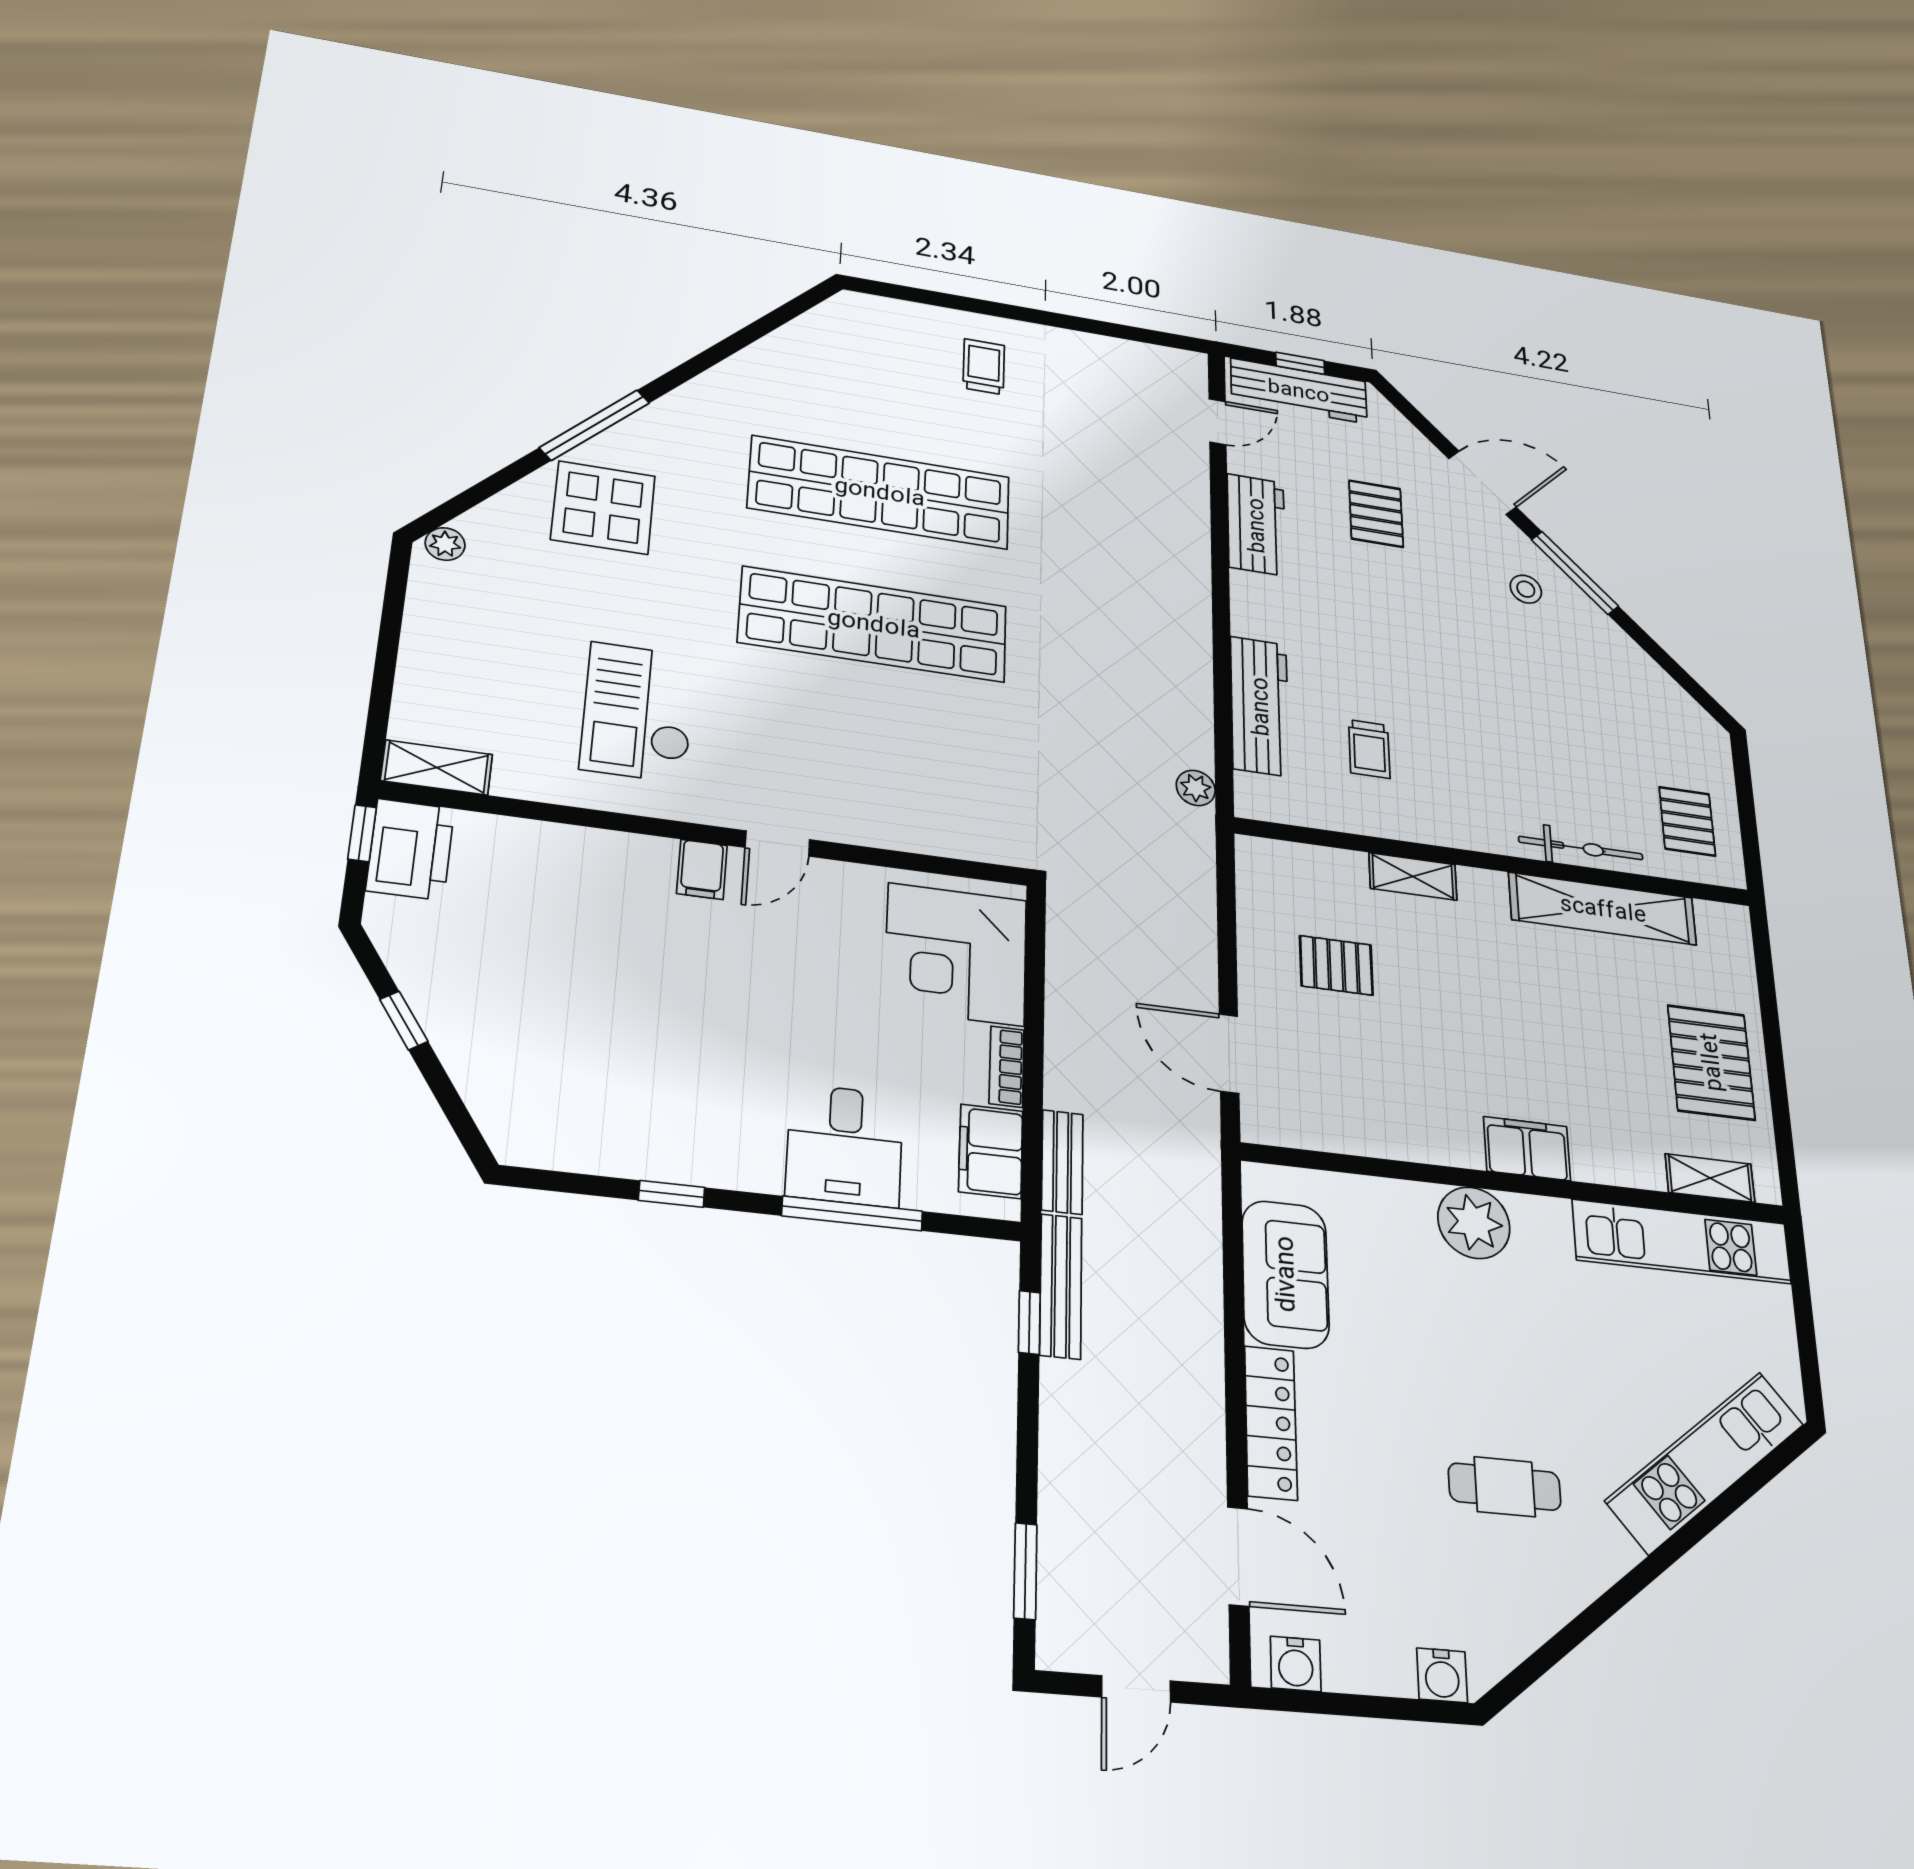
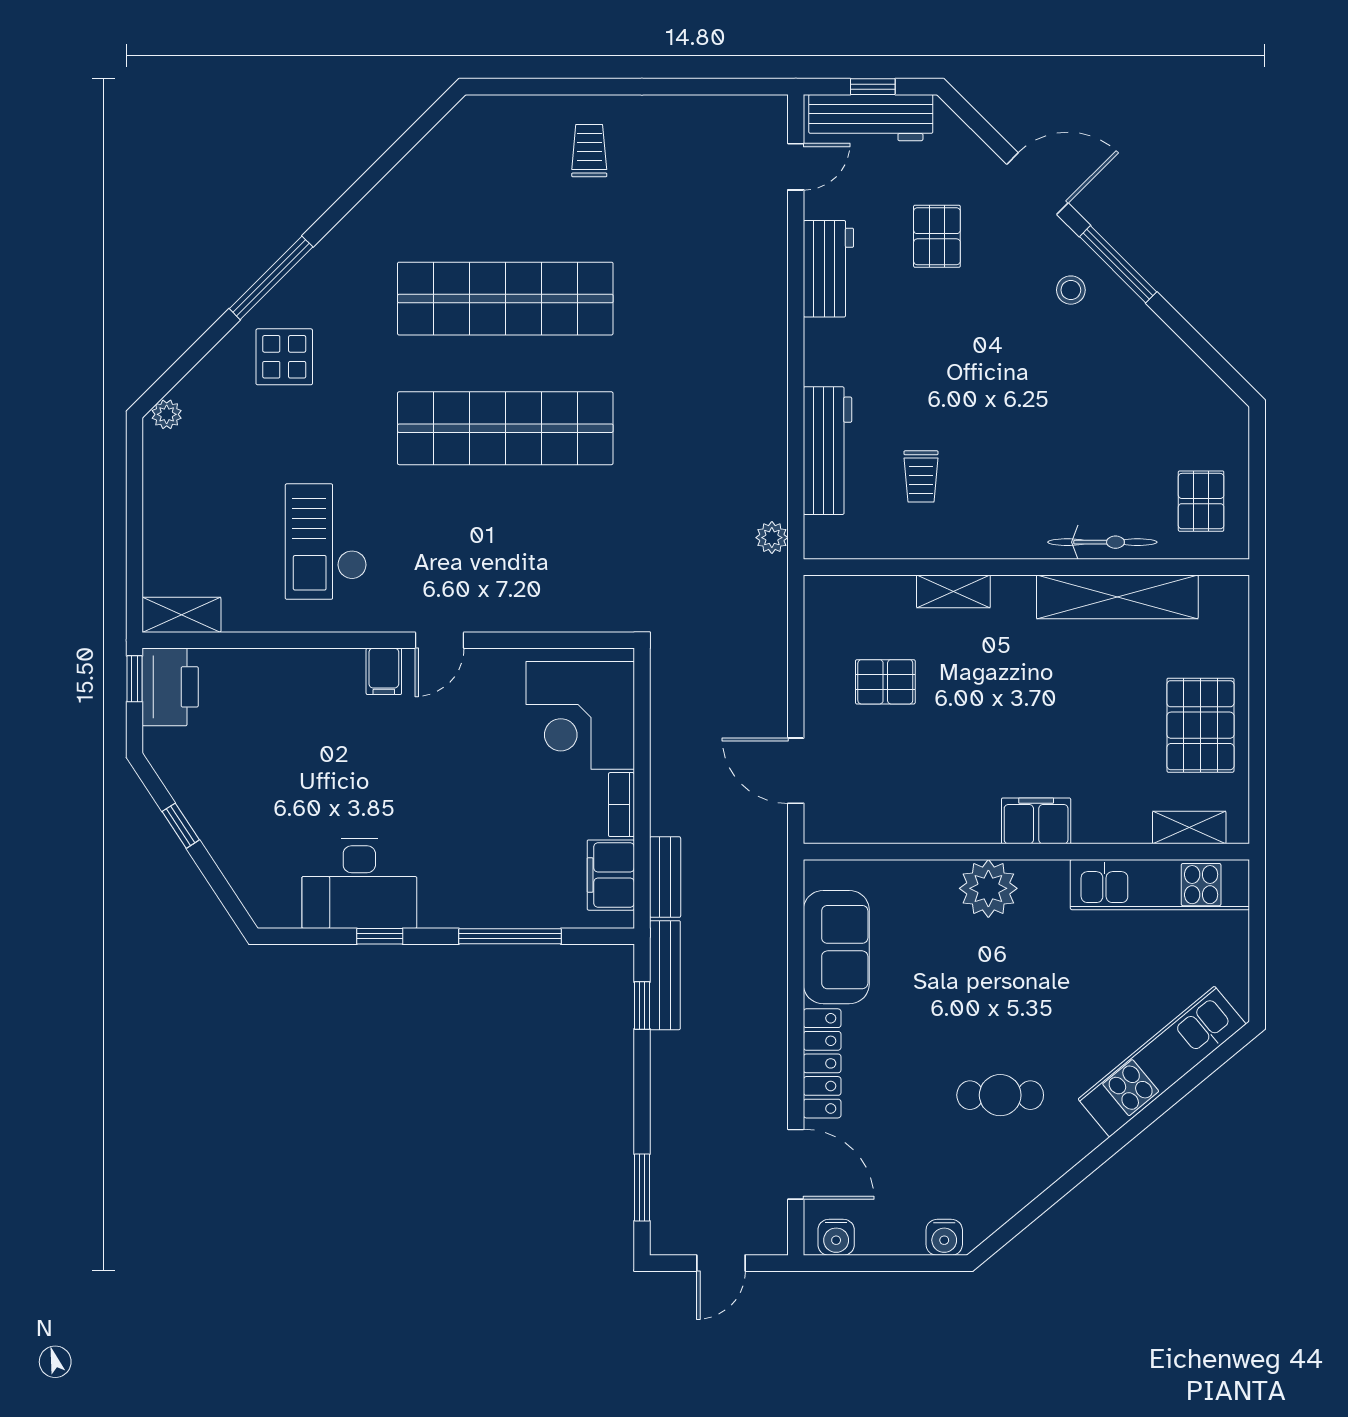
display table: (603, 508) -> (284, 357), width x0.73, depth x0.73
desk: (845, 1145) -> (359, 884), moved, width x1.37

